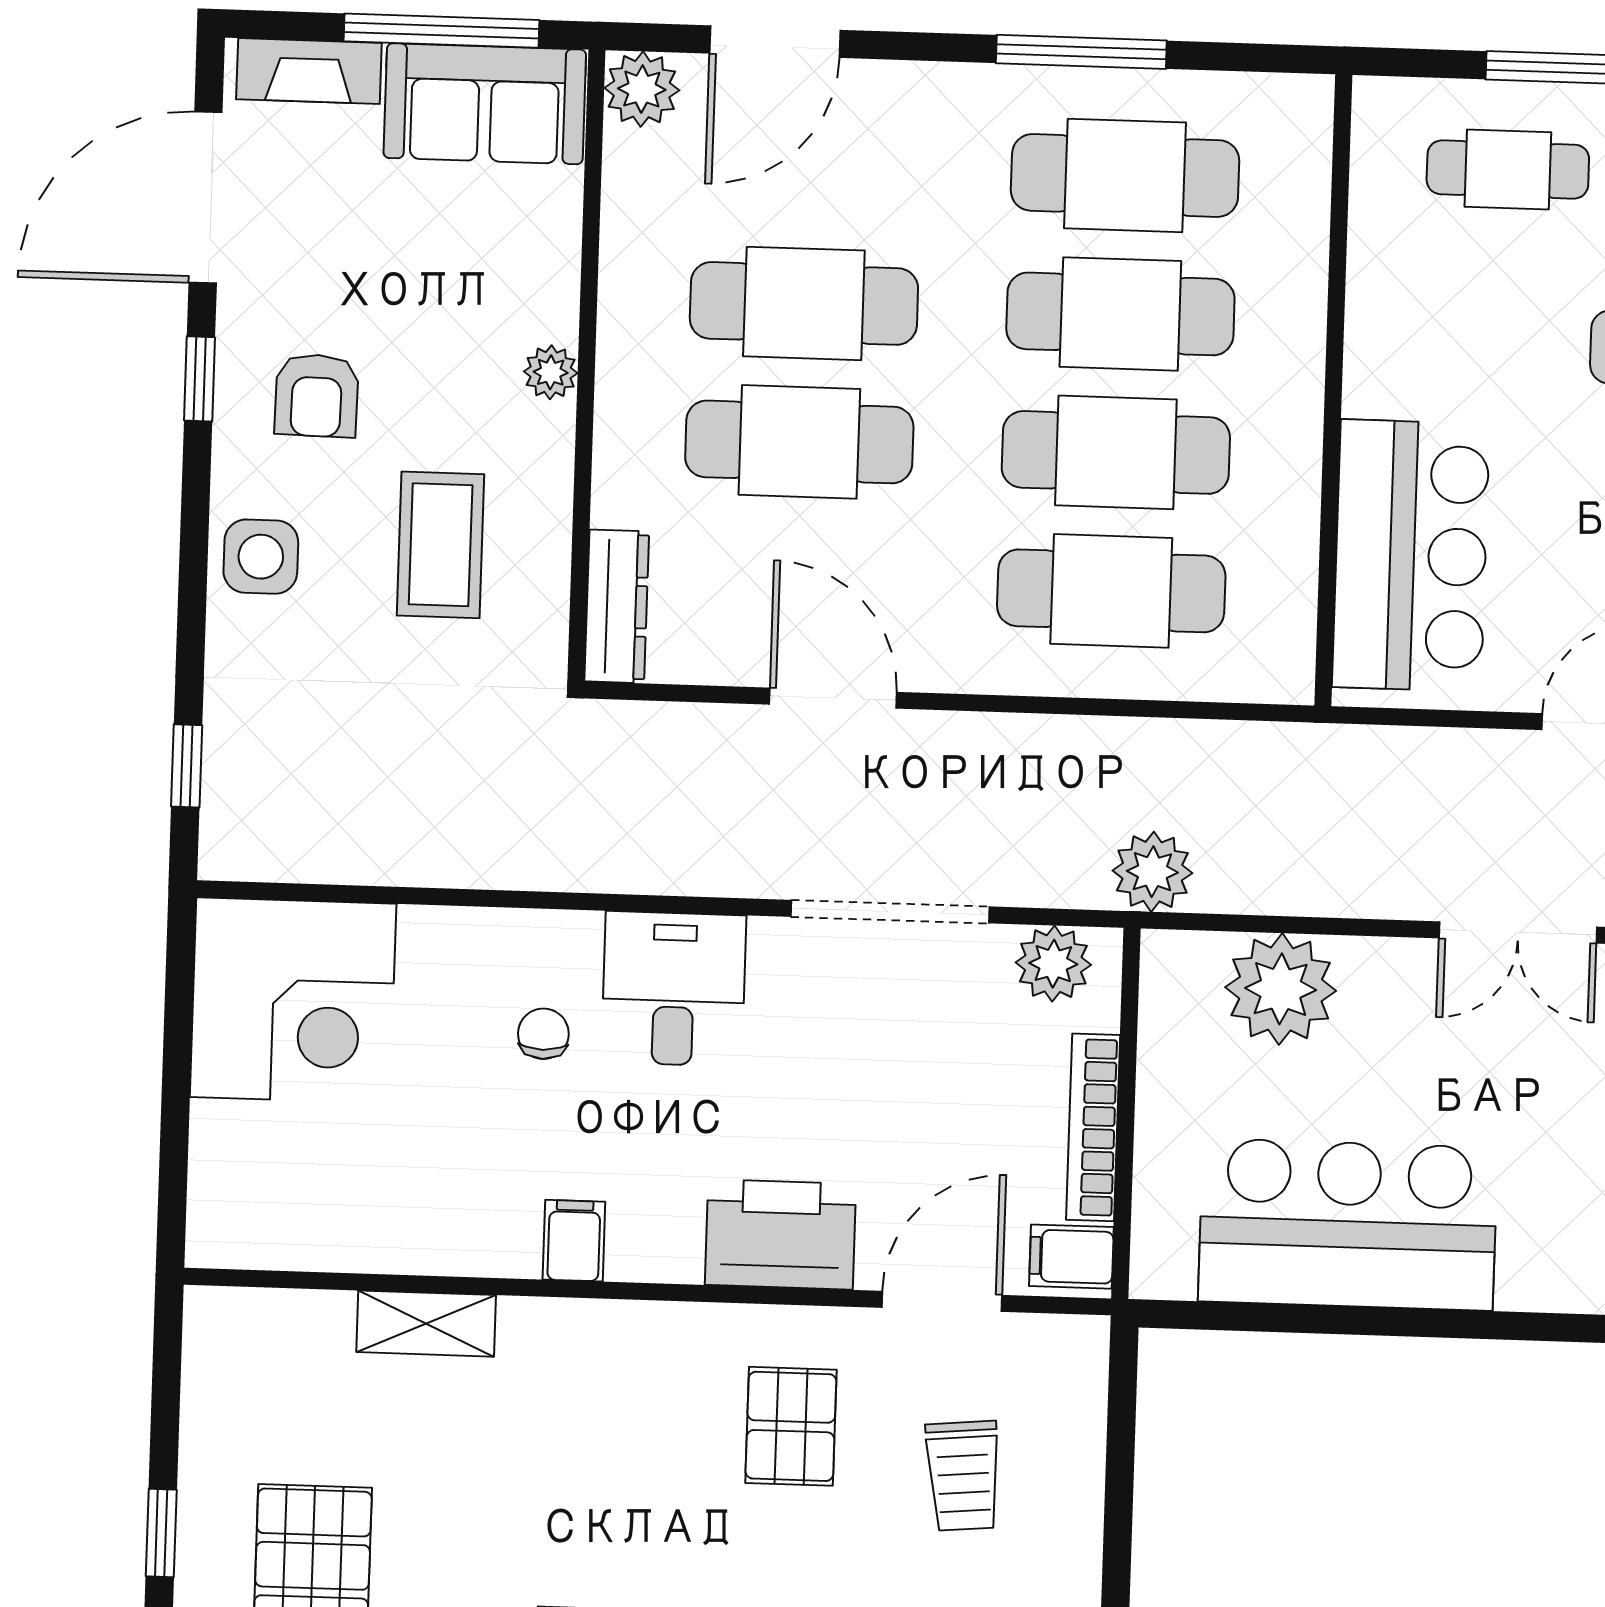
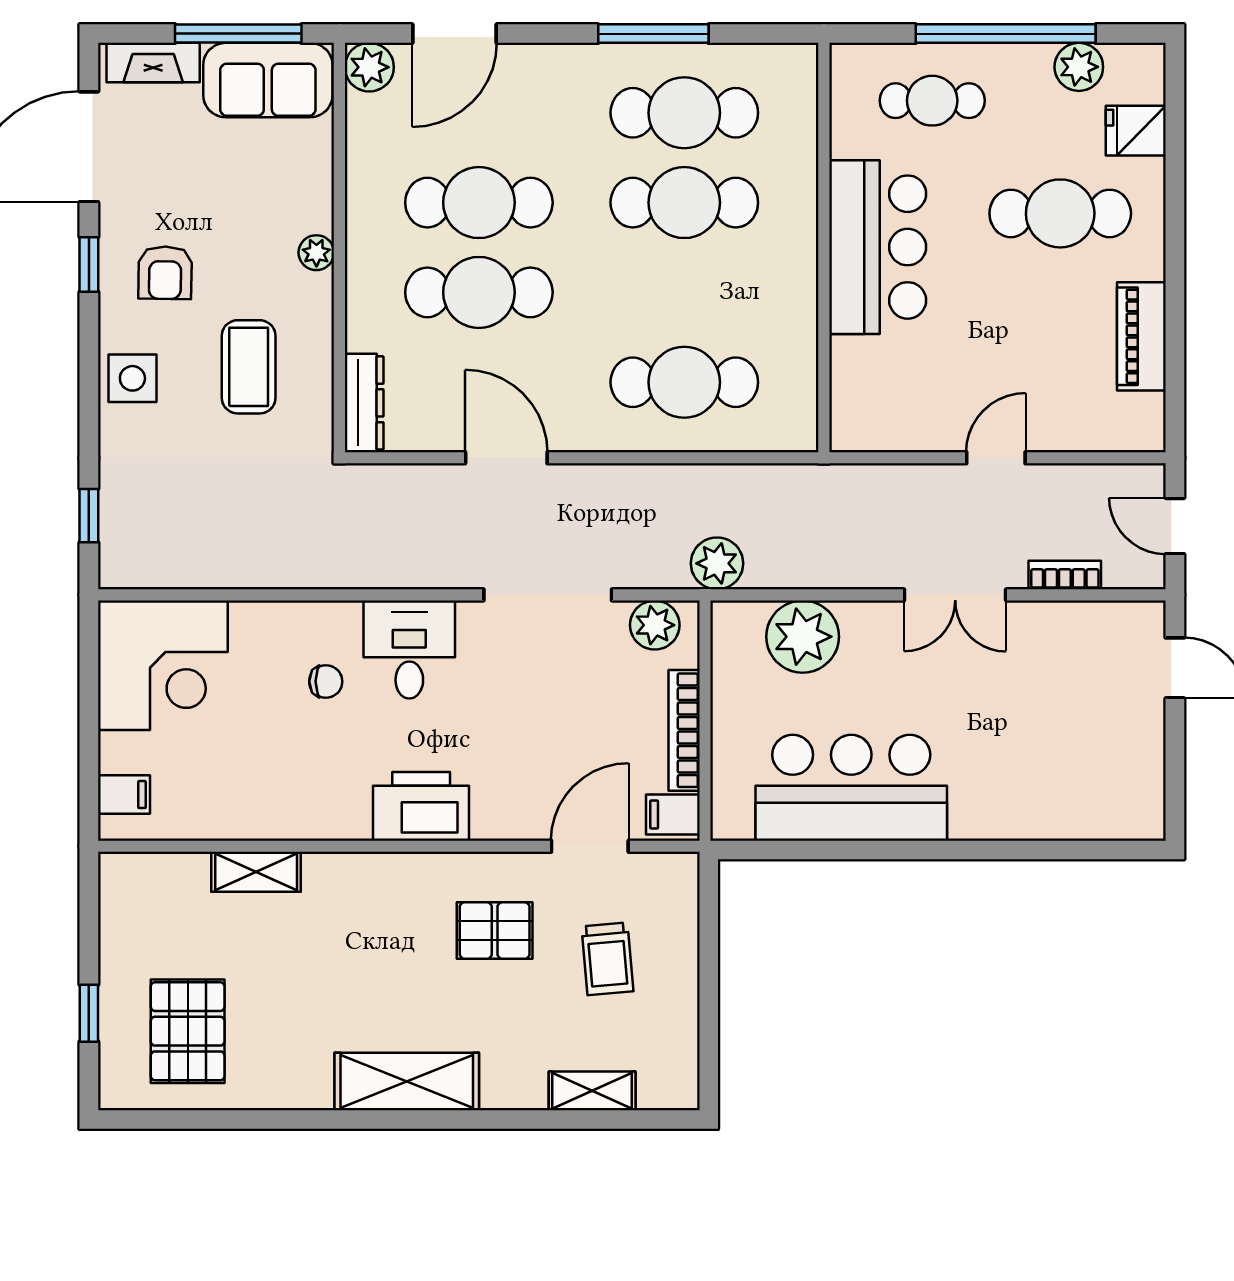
cafe table: (1116, 452) -> (684, 292), removed
bar counter: (1411, 556) -> (878, 247), moved
chair: (543, 1034) -> (326, 681), turned 90
printer: (780, 1234) -> (421, 806), moved
filing cabinet: (574, 1241) -> (124, 795), moved, turned 90
pallet: (791, 1426) -> (495, 931), turned 90

